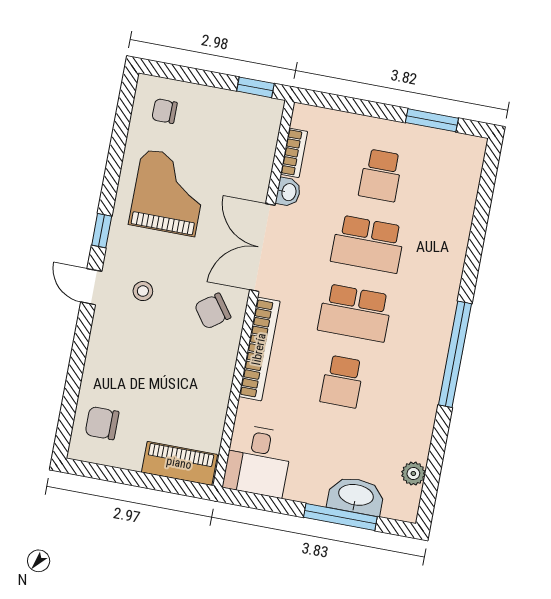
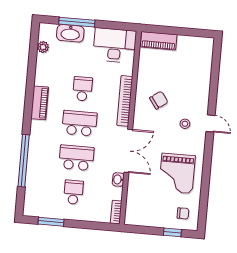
window: (255, 87) -> (172, 232), moved
bookcase: (294, 153) -> (116, 212), moved
window: (102, 231) -> (208, 152), removed
chair: (213, 311) -> (159, 100), moved
window: (455, 354) -> (24, 161), moved
piano: (431, 362) -> (40, 103), added
chair: (102, 423) -> (199, 57), removed
desk: (258, 461) -> (115, 45), width x1.37

